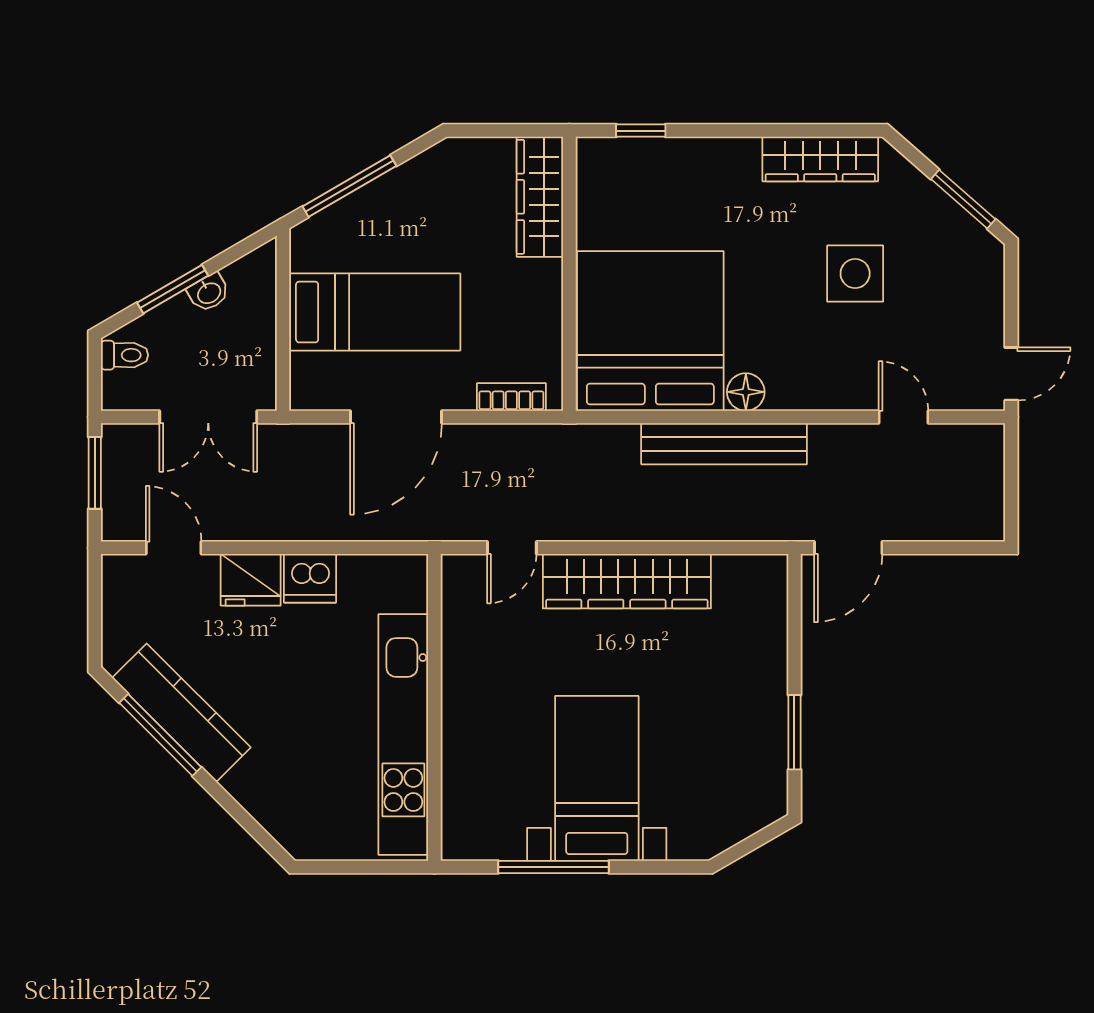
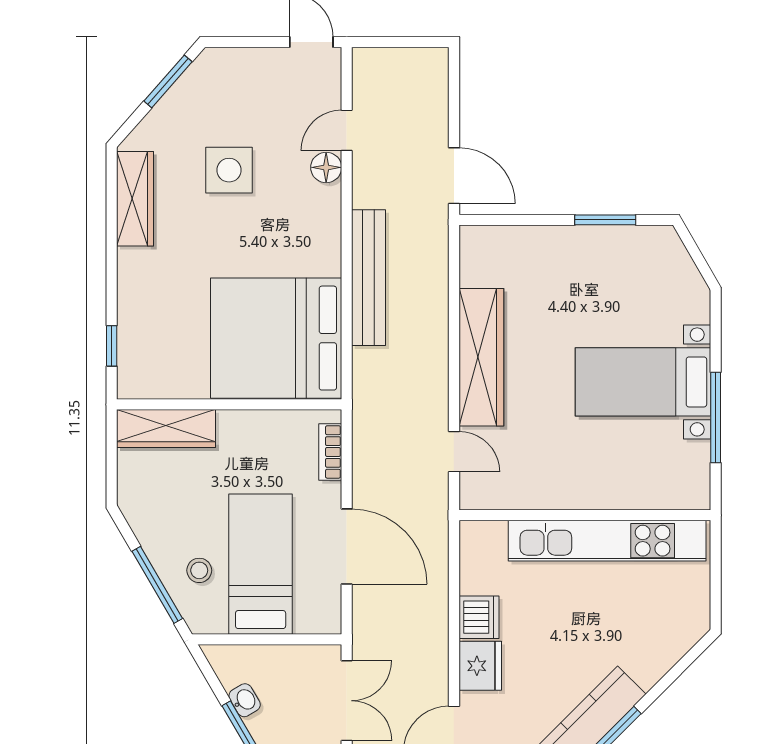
stool: (367, 237) -> (199, 570), added
floor lamp: (746, 392) -> (326, 167), moved

